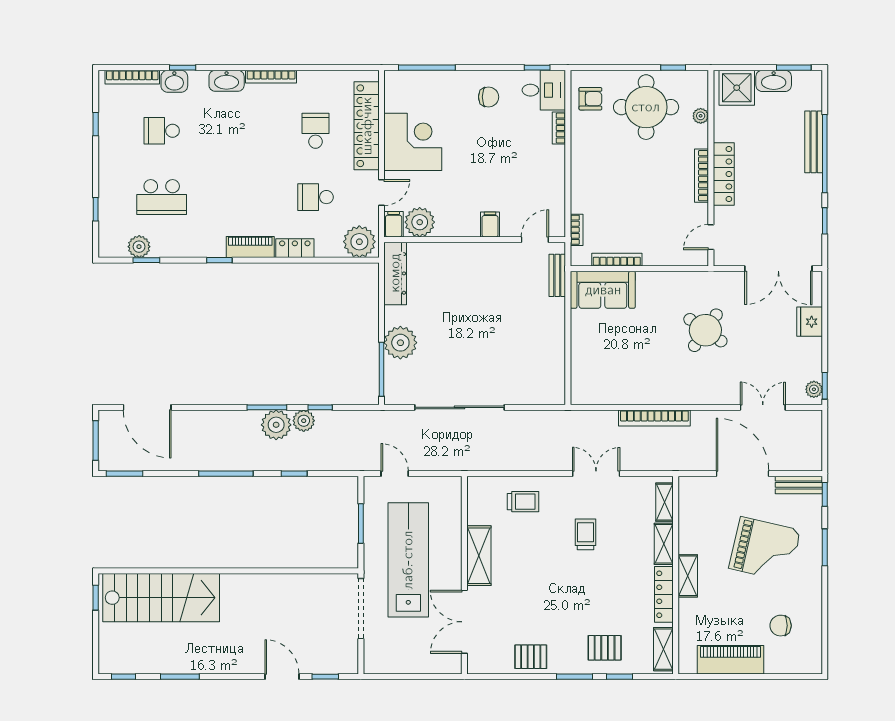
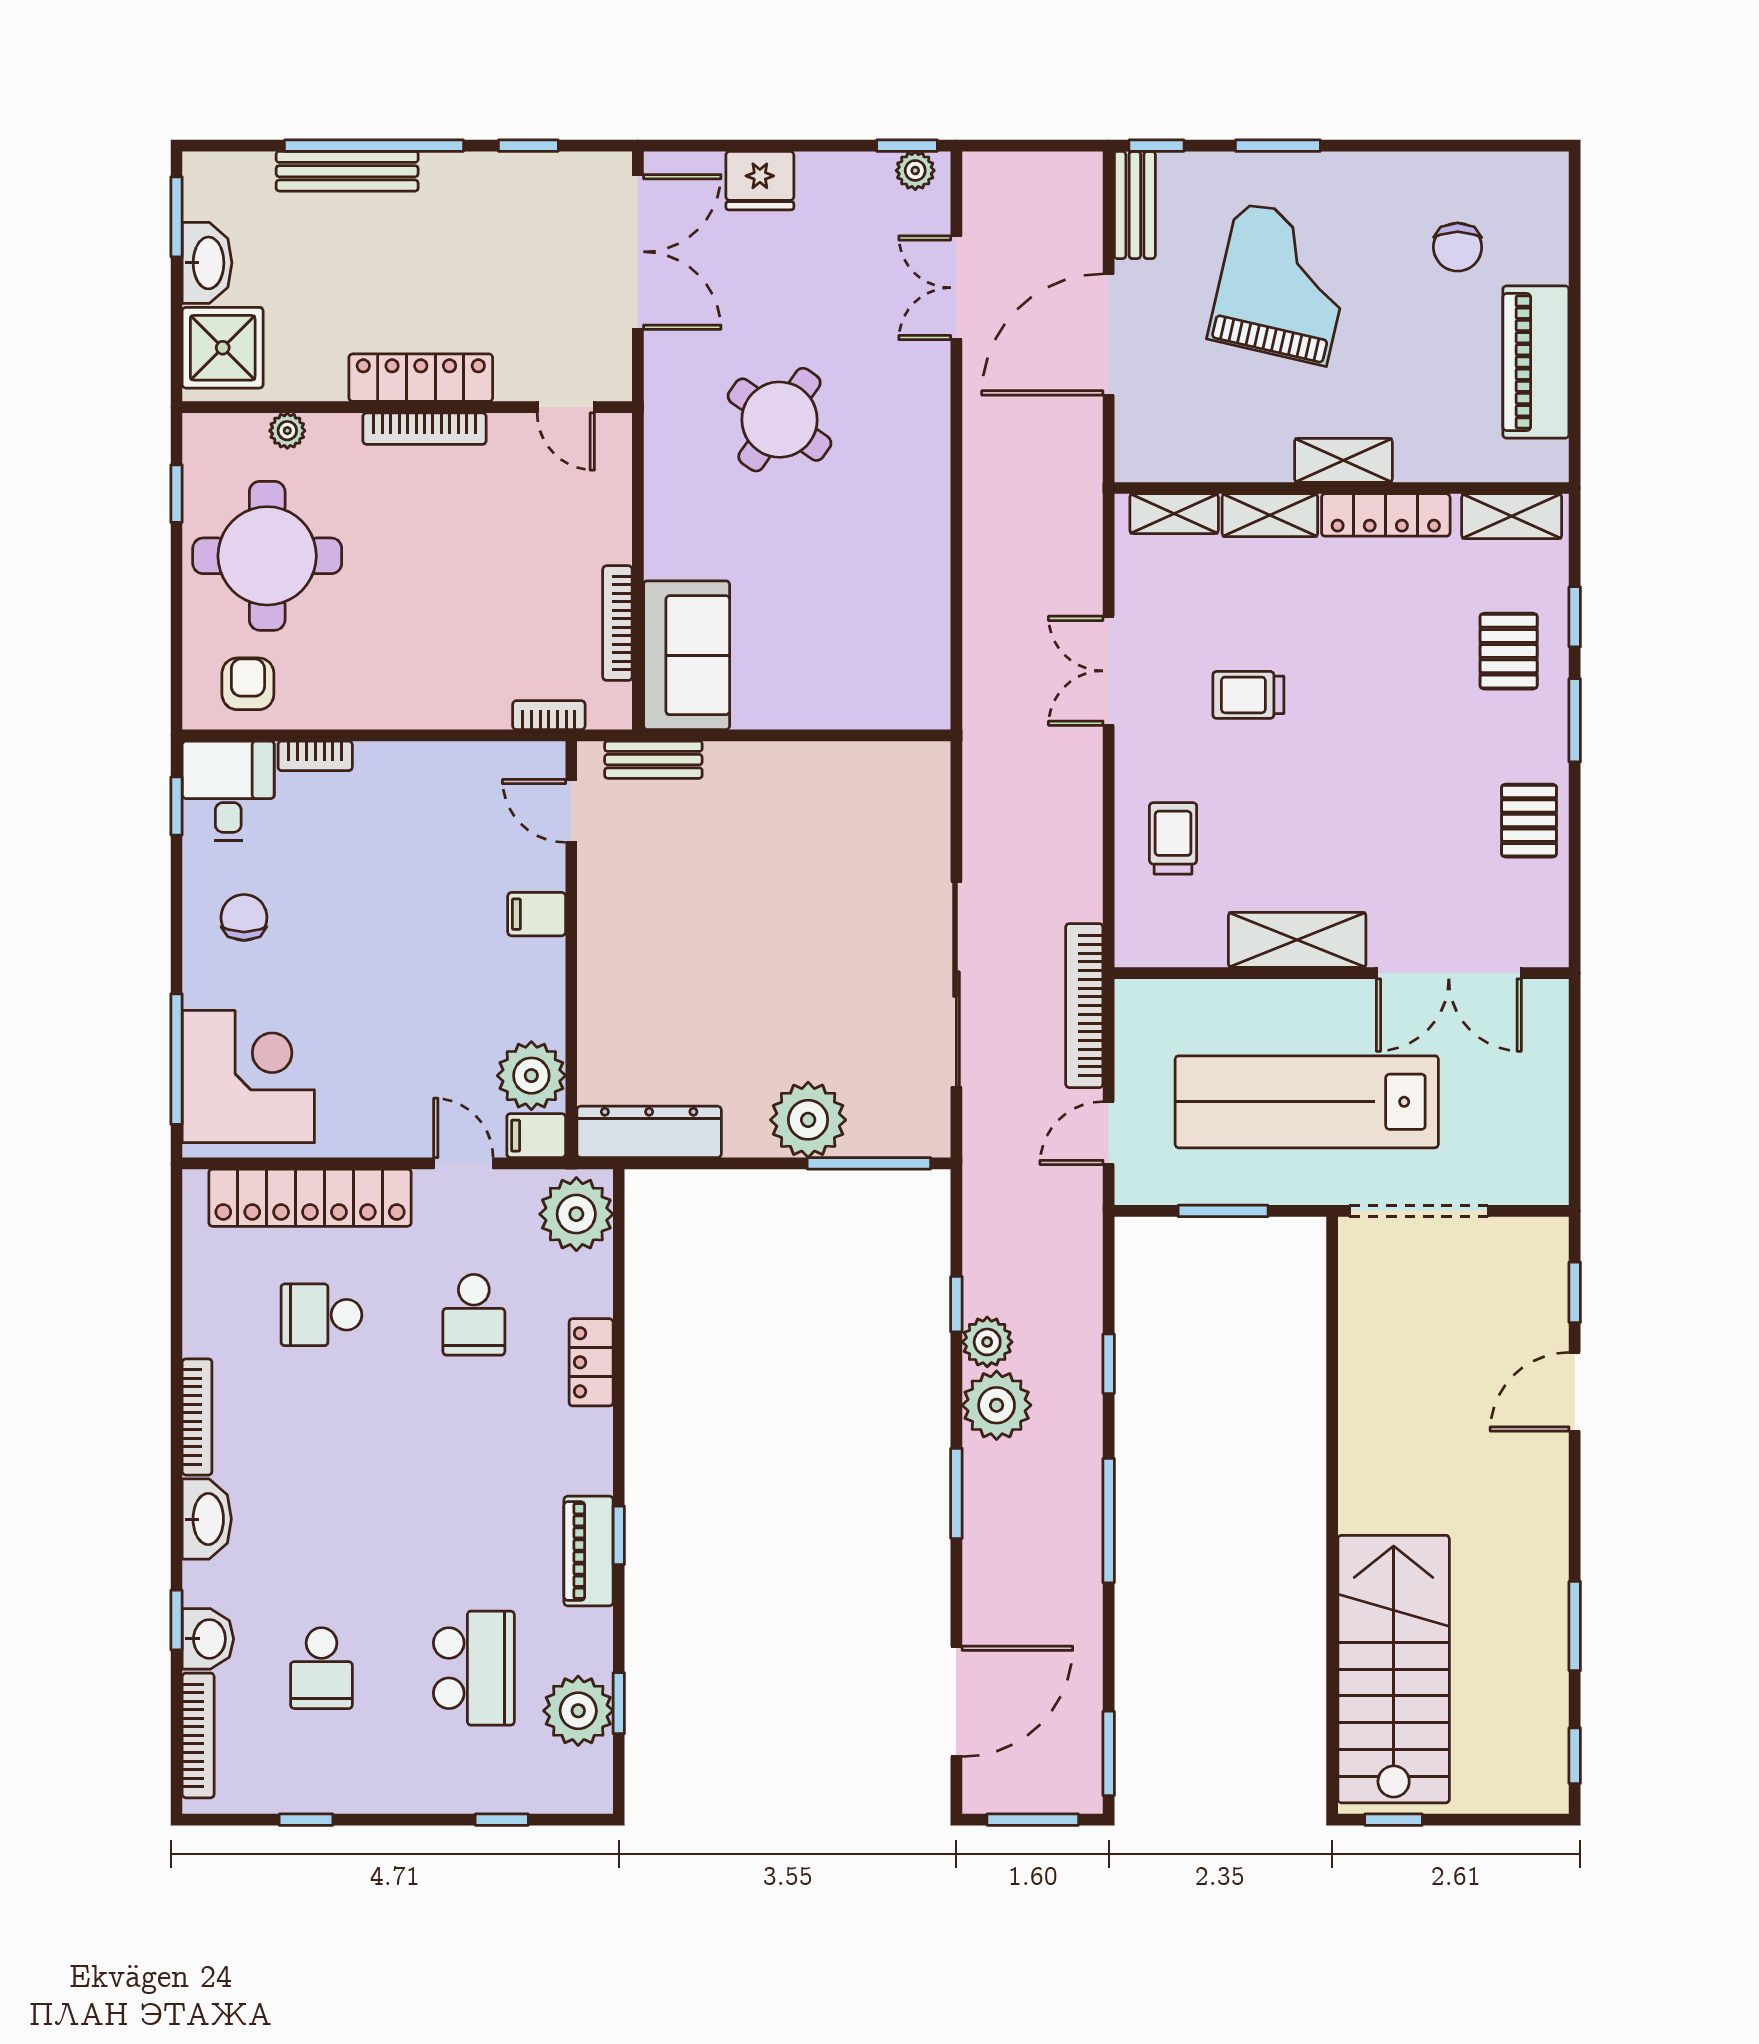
corner desk: (413, 142) -> (248, 1077), moved, turned 90
plant: (139, 247) -> (578, 1711), width x1.36, depth x1.36
piano: (250, 247) -> (589, 1551), moved
window: (267, 407) -> (956, 1493), moved
bookcase: (654, 418) -> (1084, 1006), moved, turned 180

